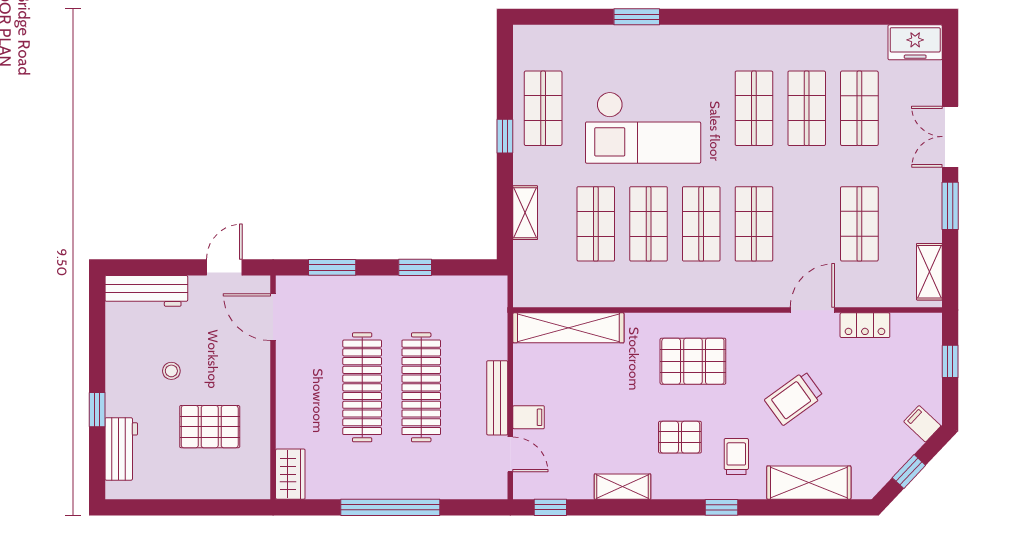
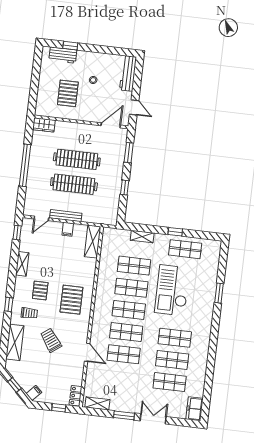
shop shelf: (859, 224) -> (124, 354), moved
locker: (865, 325) -> (76, 396), moved
shelving: (568, 328) -> (93, 242), width x0.68
window: (97, 410) -> (70, 46), moved
filing cabinet: (529, 417) -> (68, 229), moved

